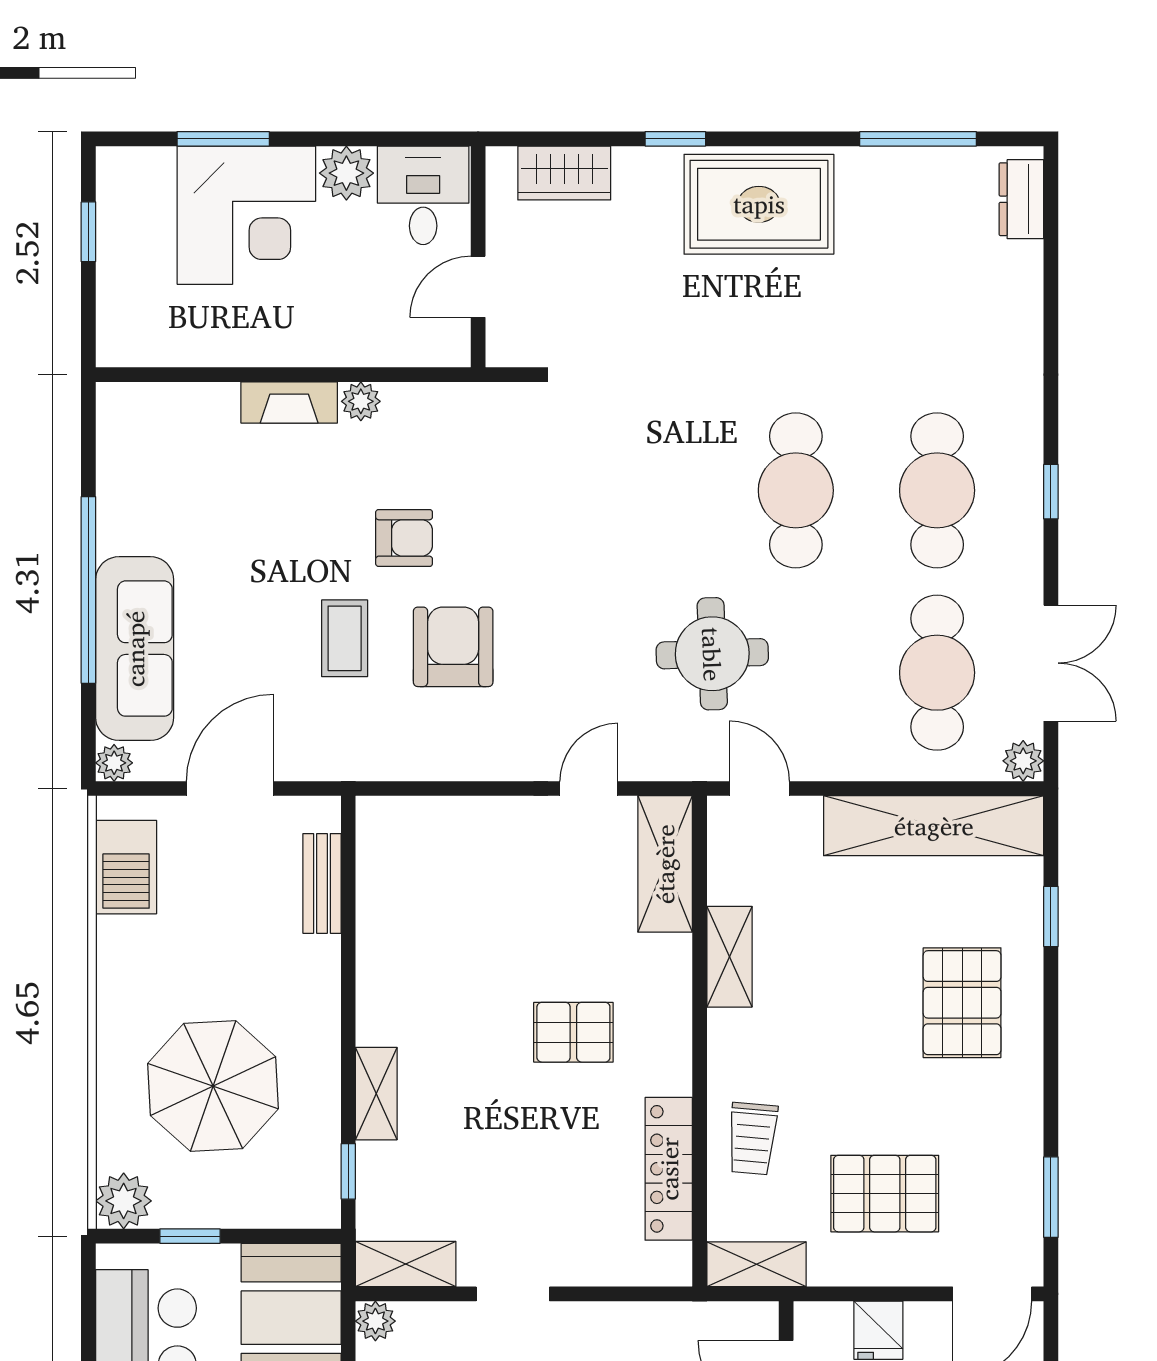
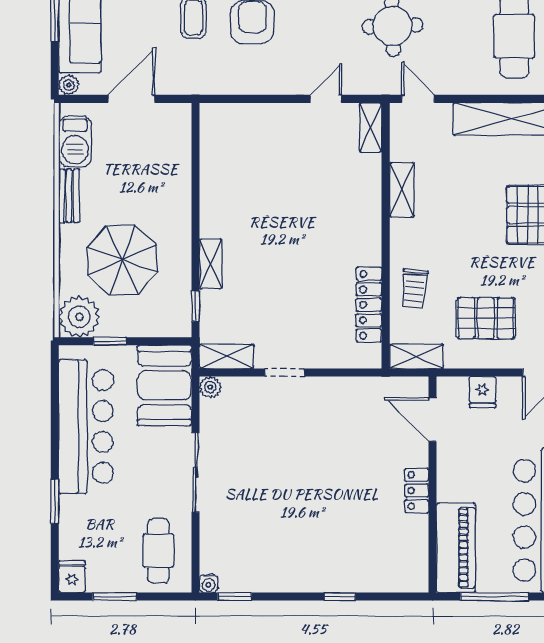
shelving: (665, 864) -> (371, 127), width x0.67, depth x0.75
bench: (322, 883) -> (69, 196), moved
pallet: (573, 1032) -> (317, 231), removed
plant: (124, 1201) -> (79, 317), width x1.36, depth x1.36

